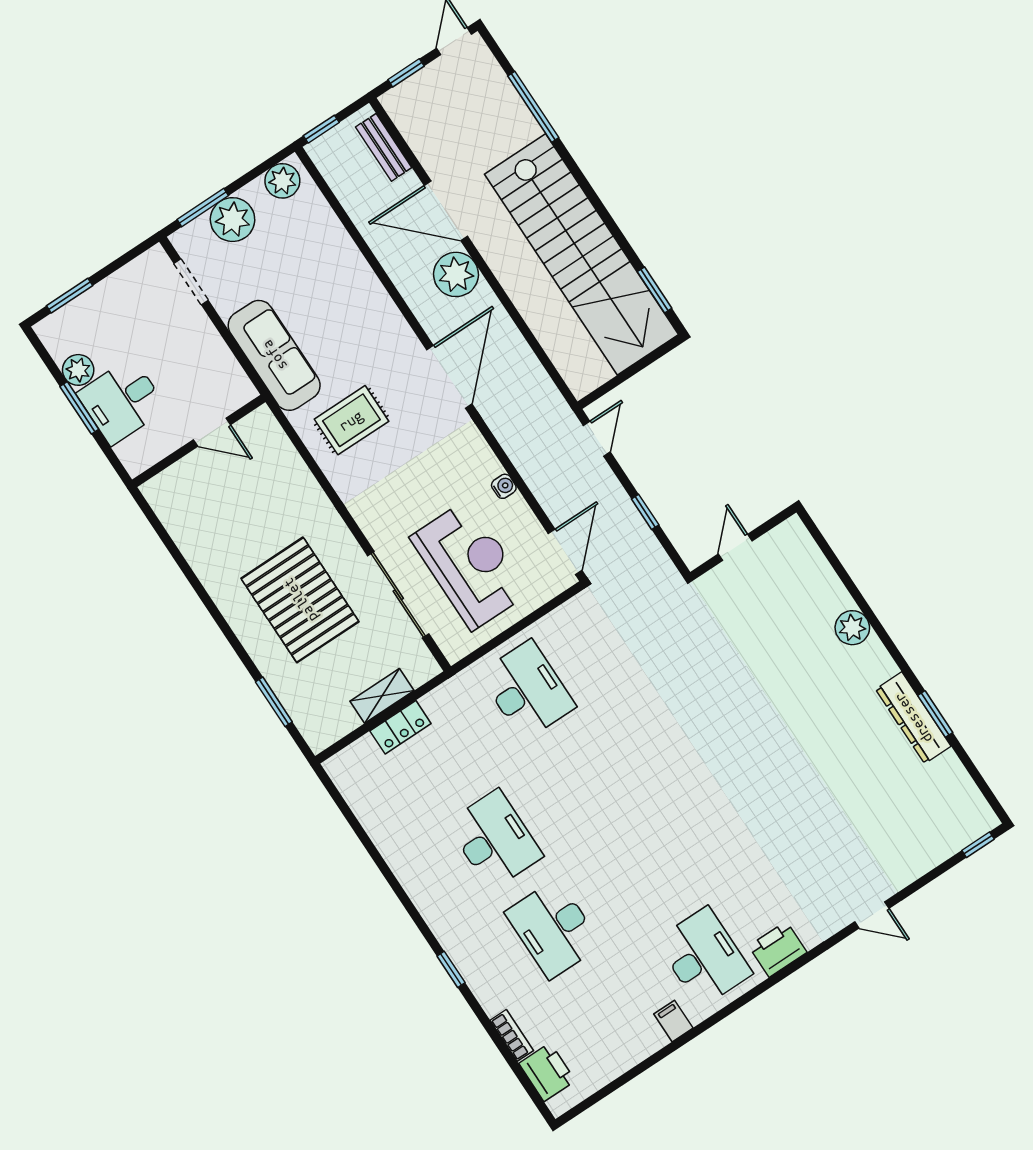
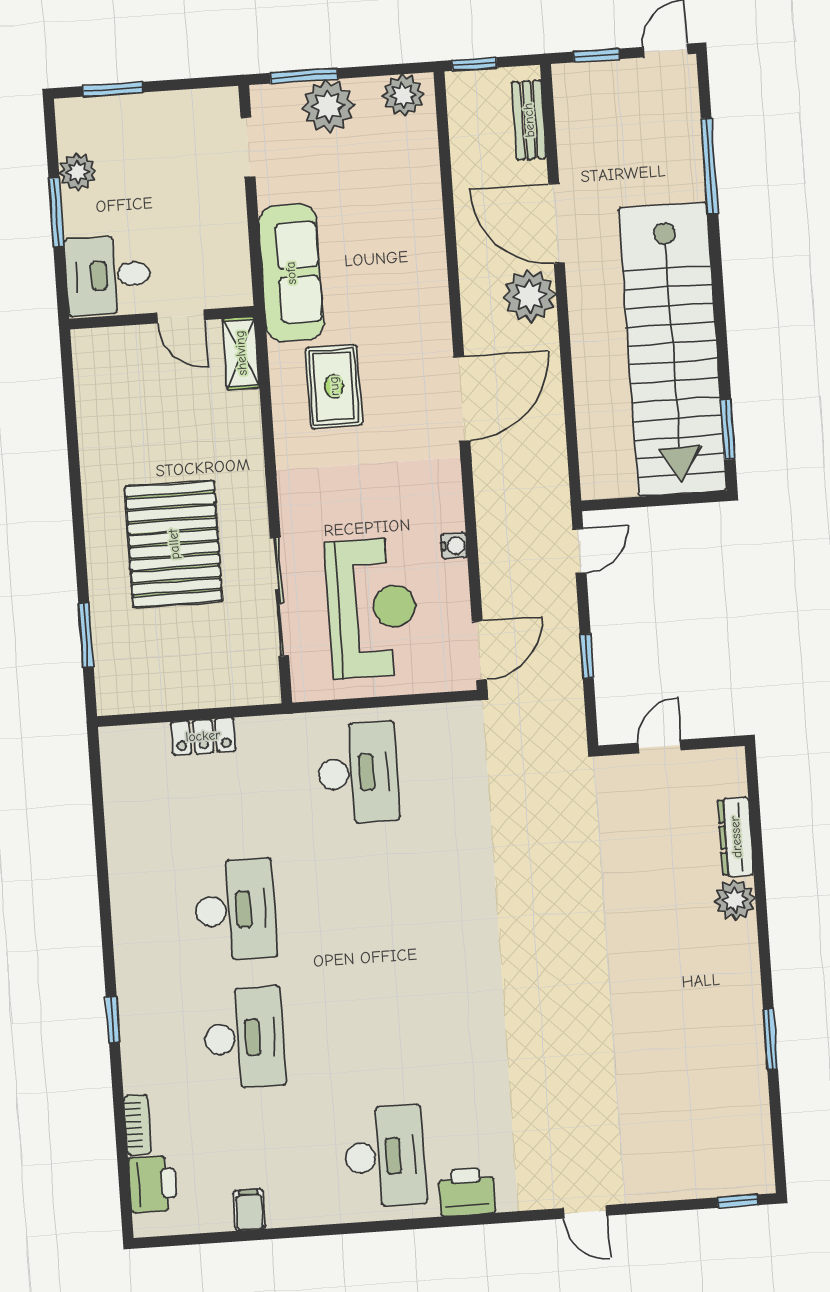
desk: (122, 401) -> (108, 275), moved
rug: (351, 420) -> (334, 386), turned 90
shelving: (382, 696) -> (241, 353), moved, turned 90
dresser: (913, 718) -> (736, 837), moved, width x0.73, depth x0.80
desk: (553, 929) -> (244, 1038), turned 180
filing cabinet: (673, 1021) -> (249, 1210), moved

